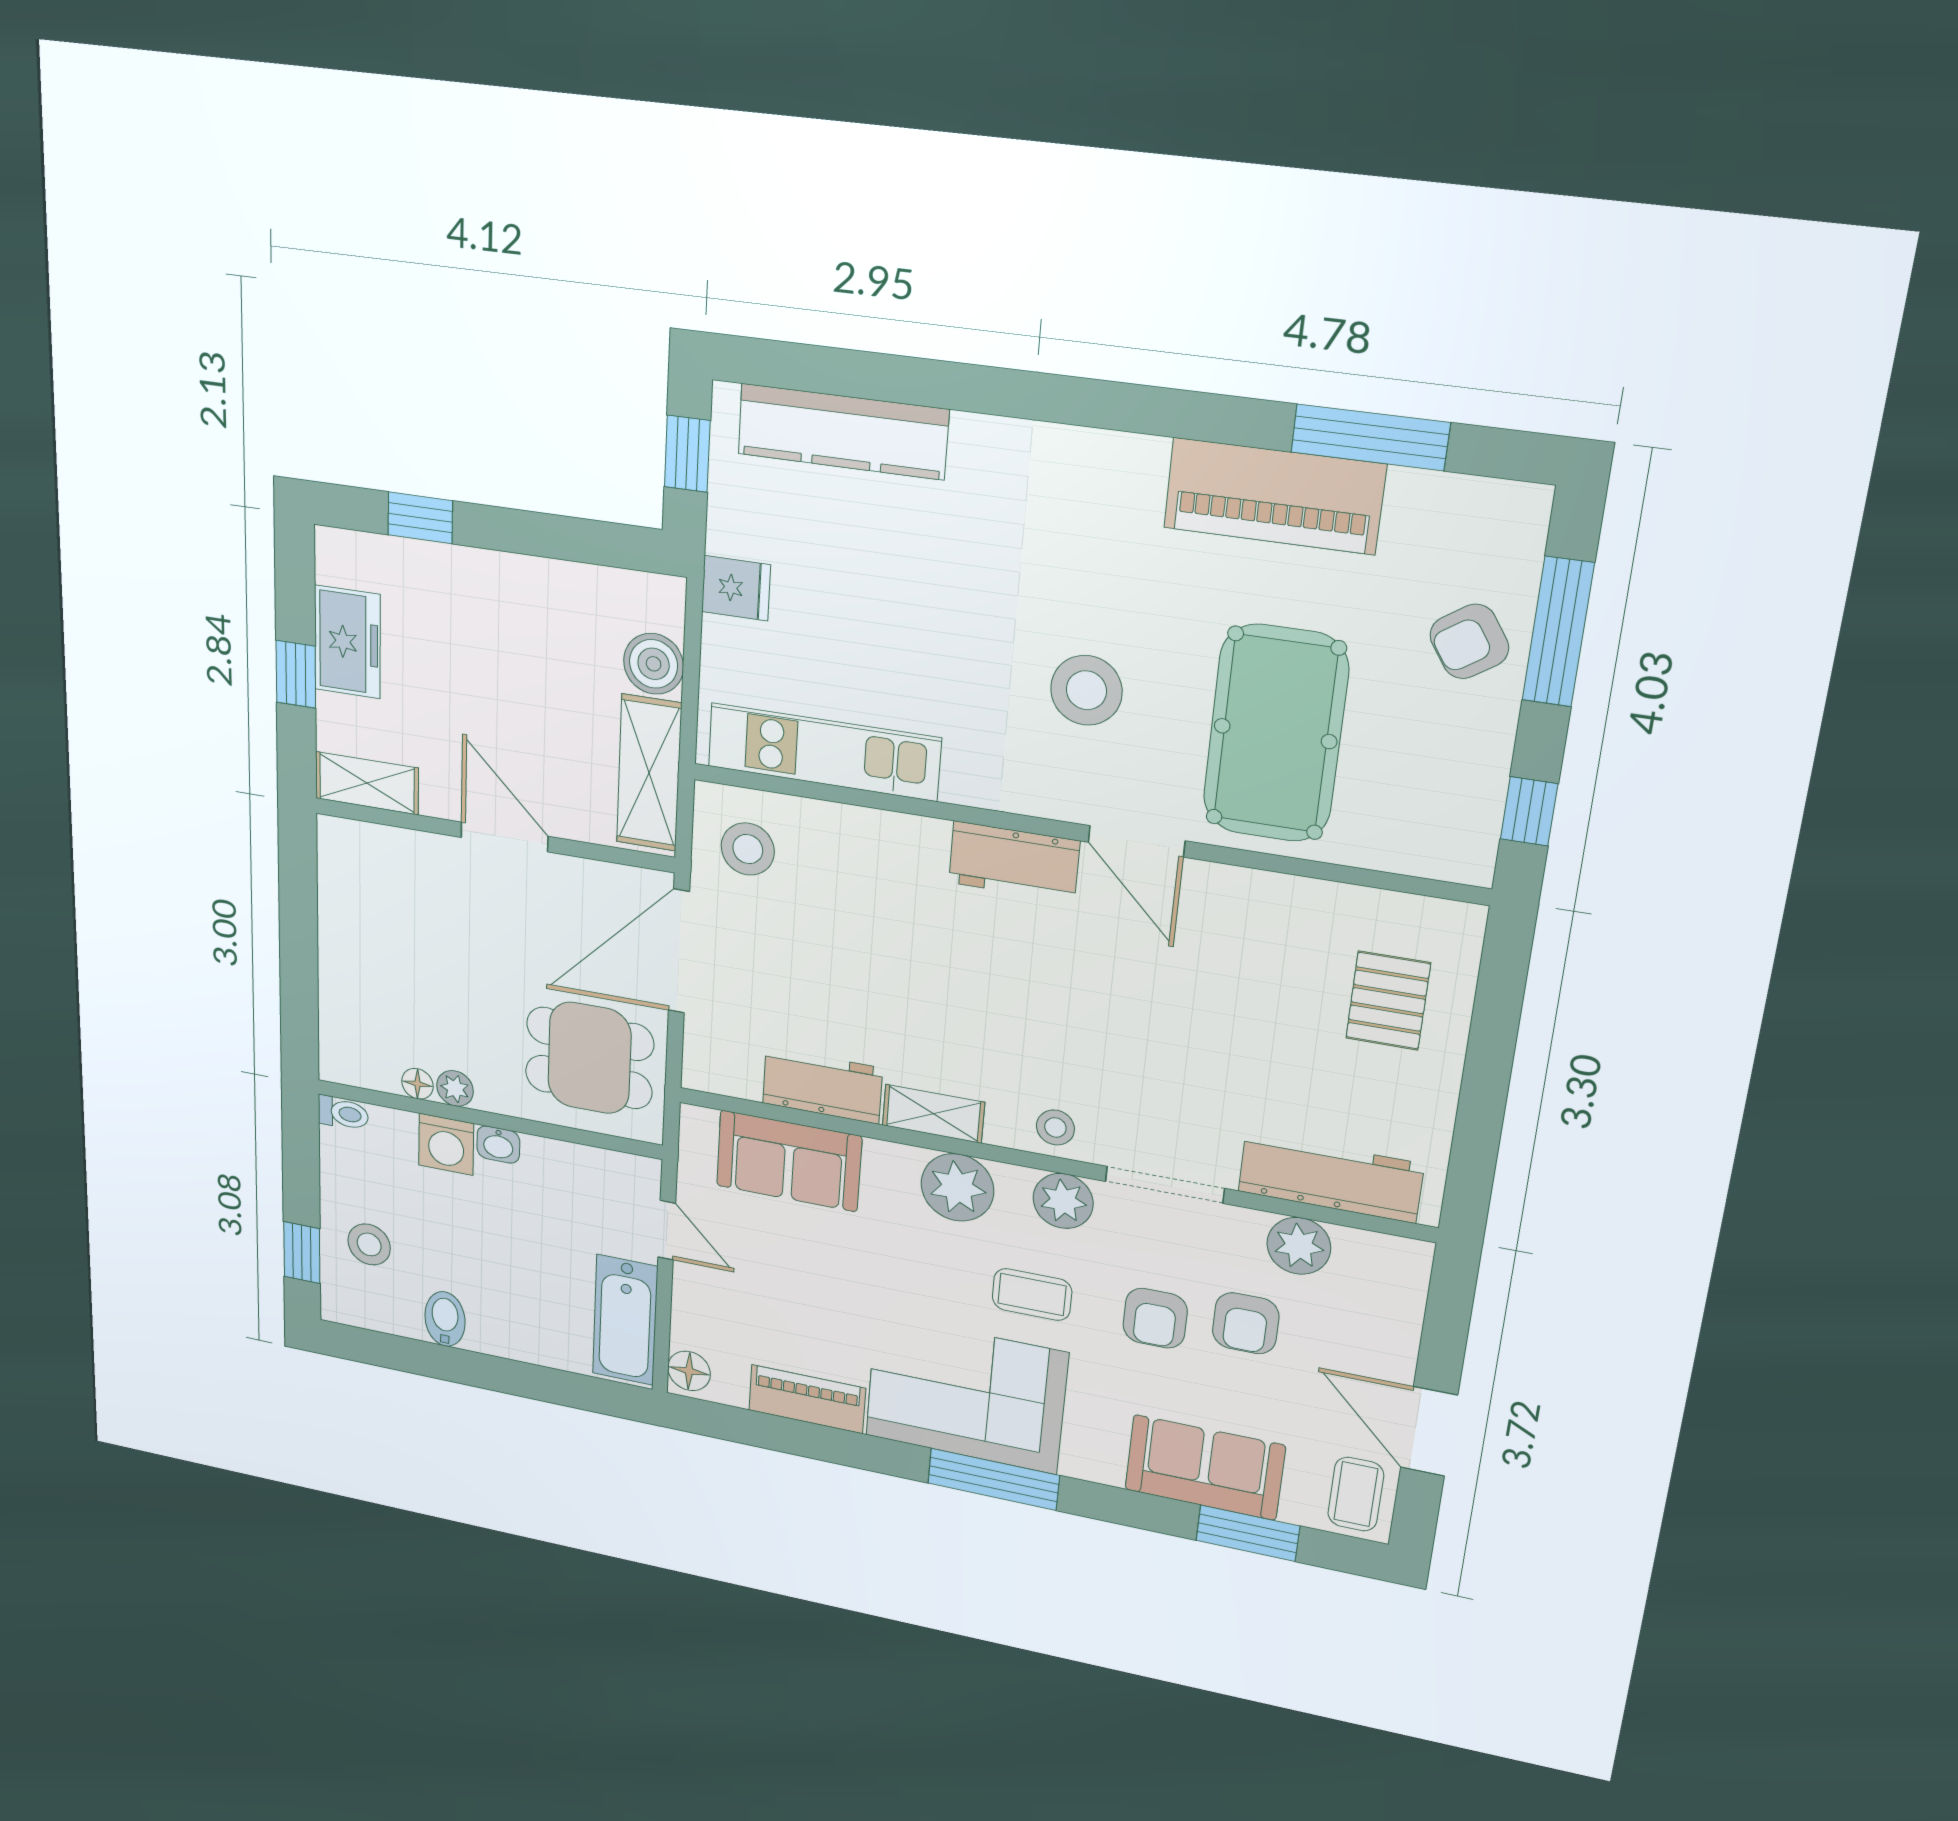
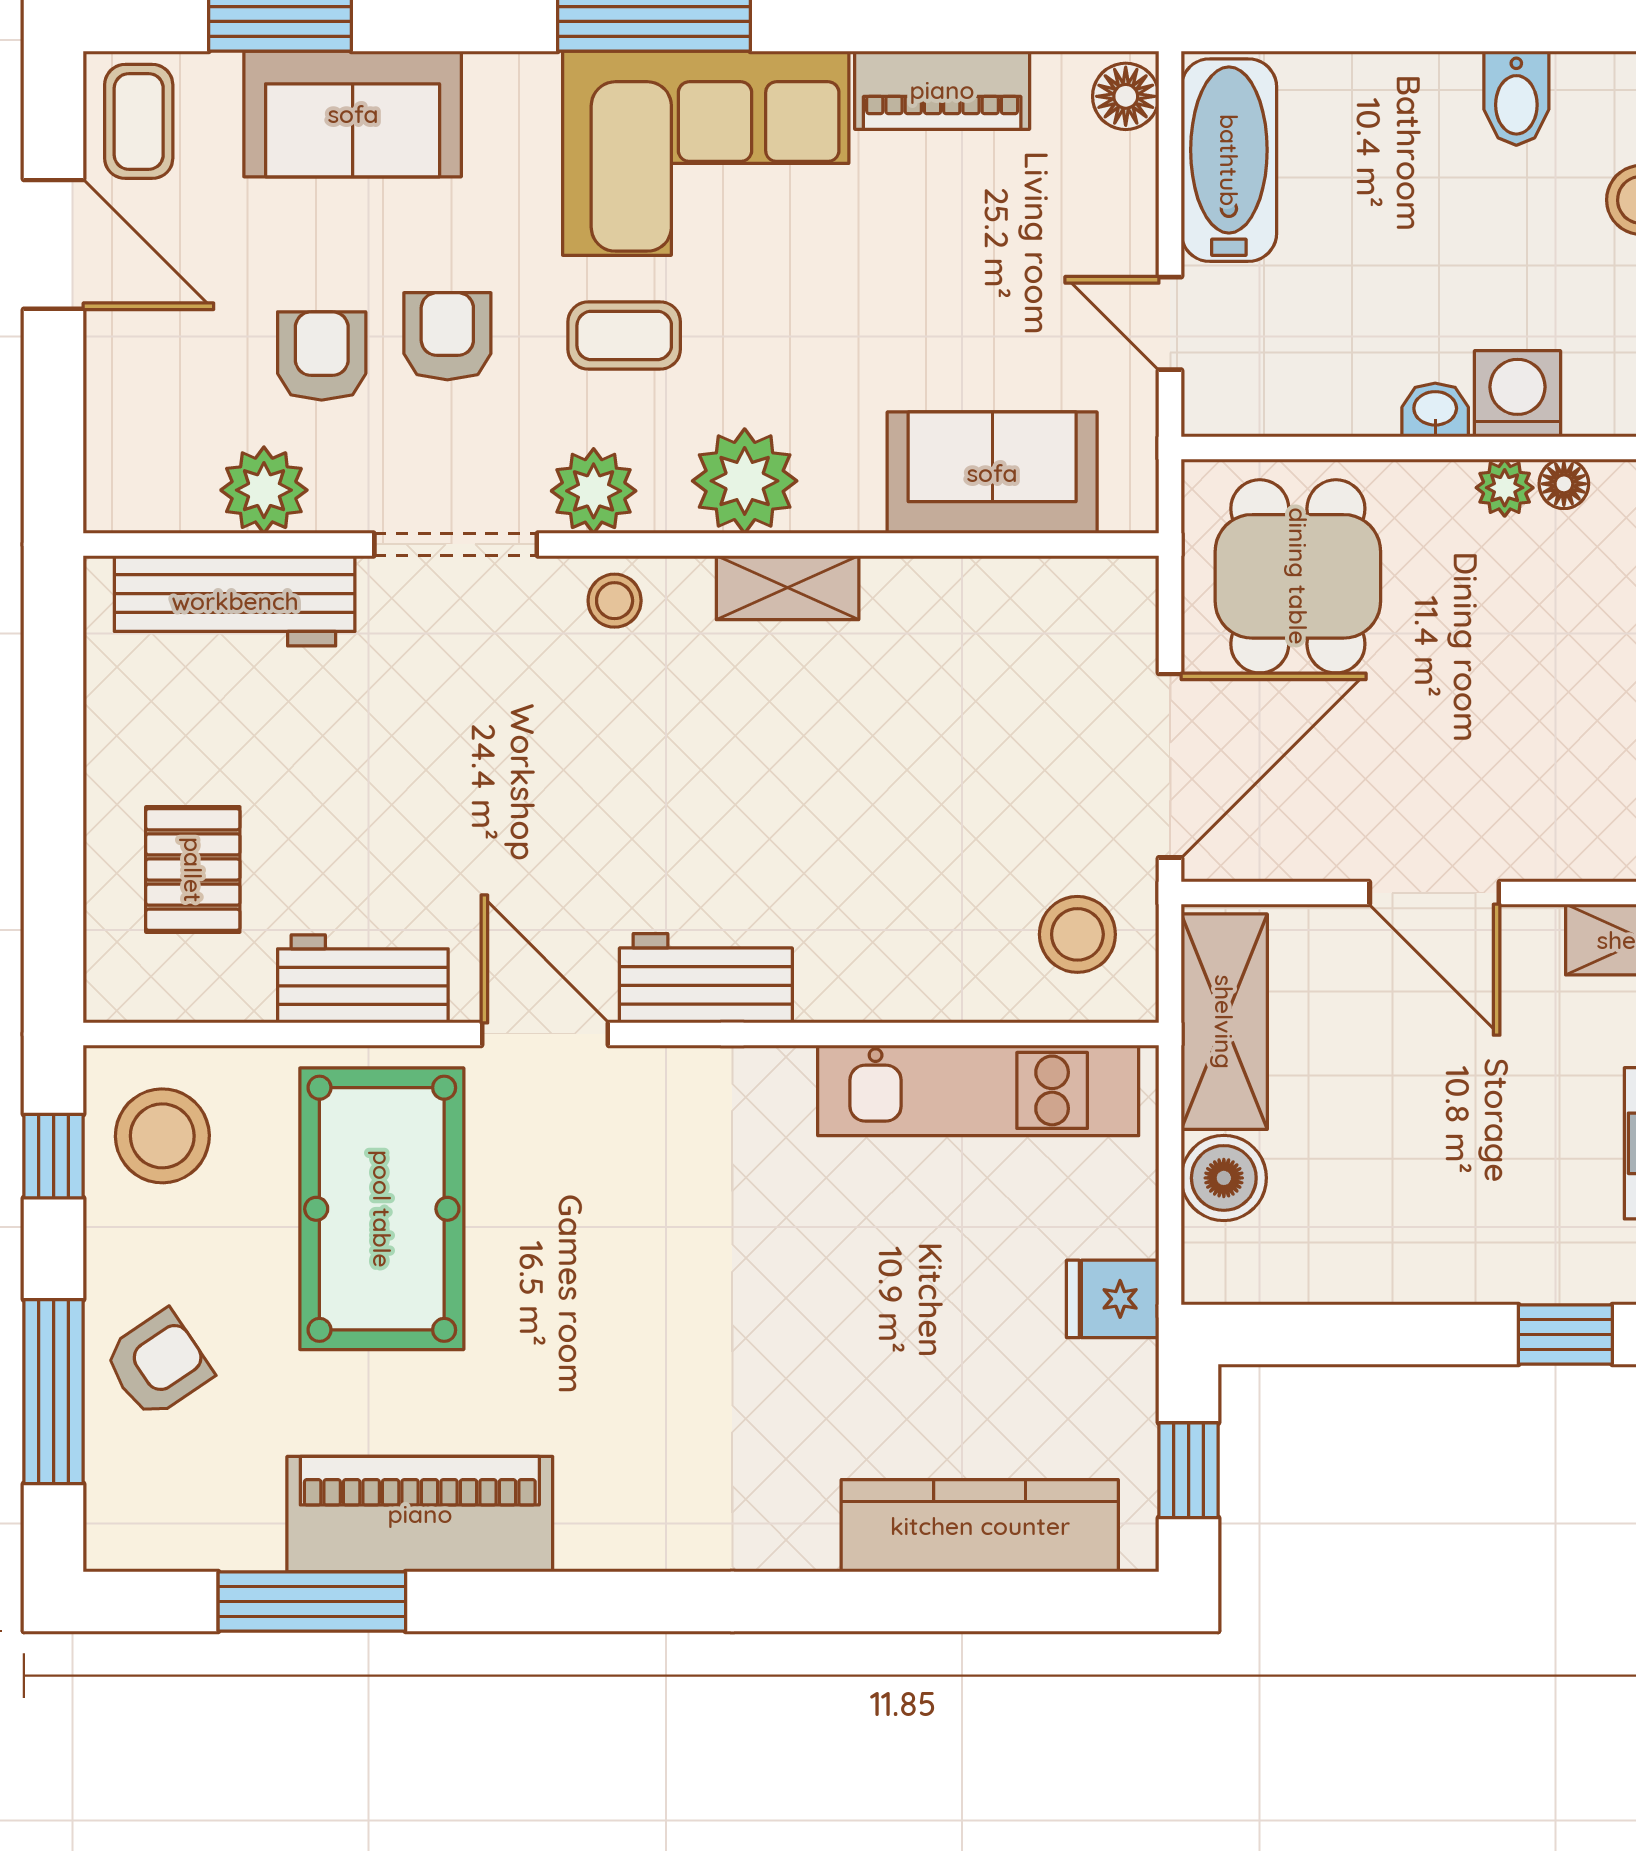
stool: (1086, 690) -> (162, 1136), moved
dining table: (589, 1058) -> (1298, 576), turned 90
workbench: (822, 1086) -> (363, 979), moved, turned 180

